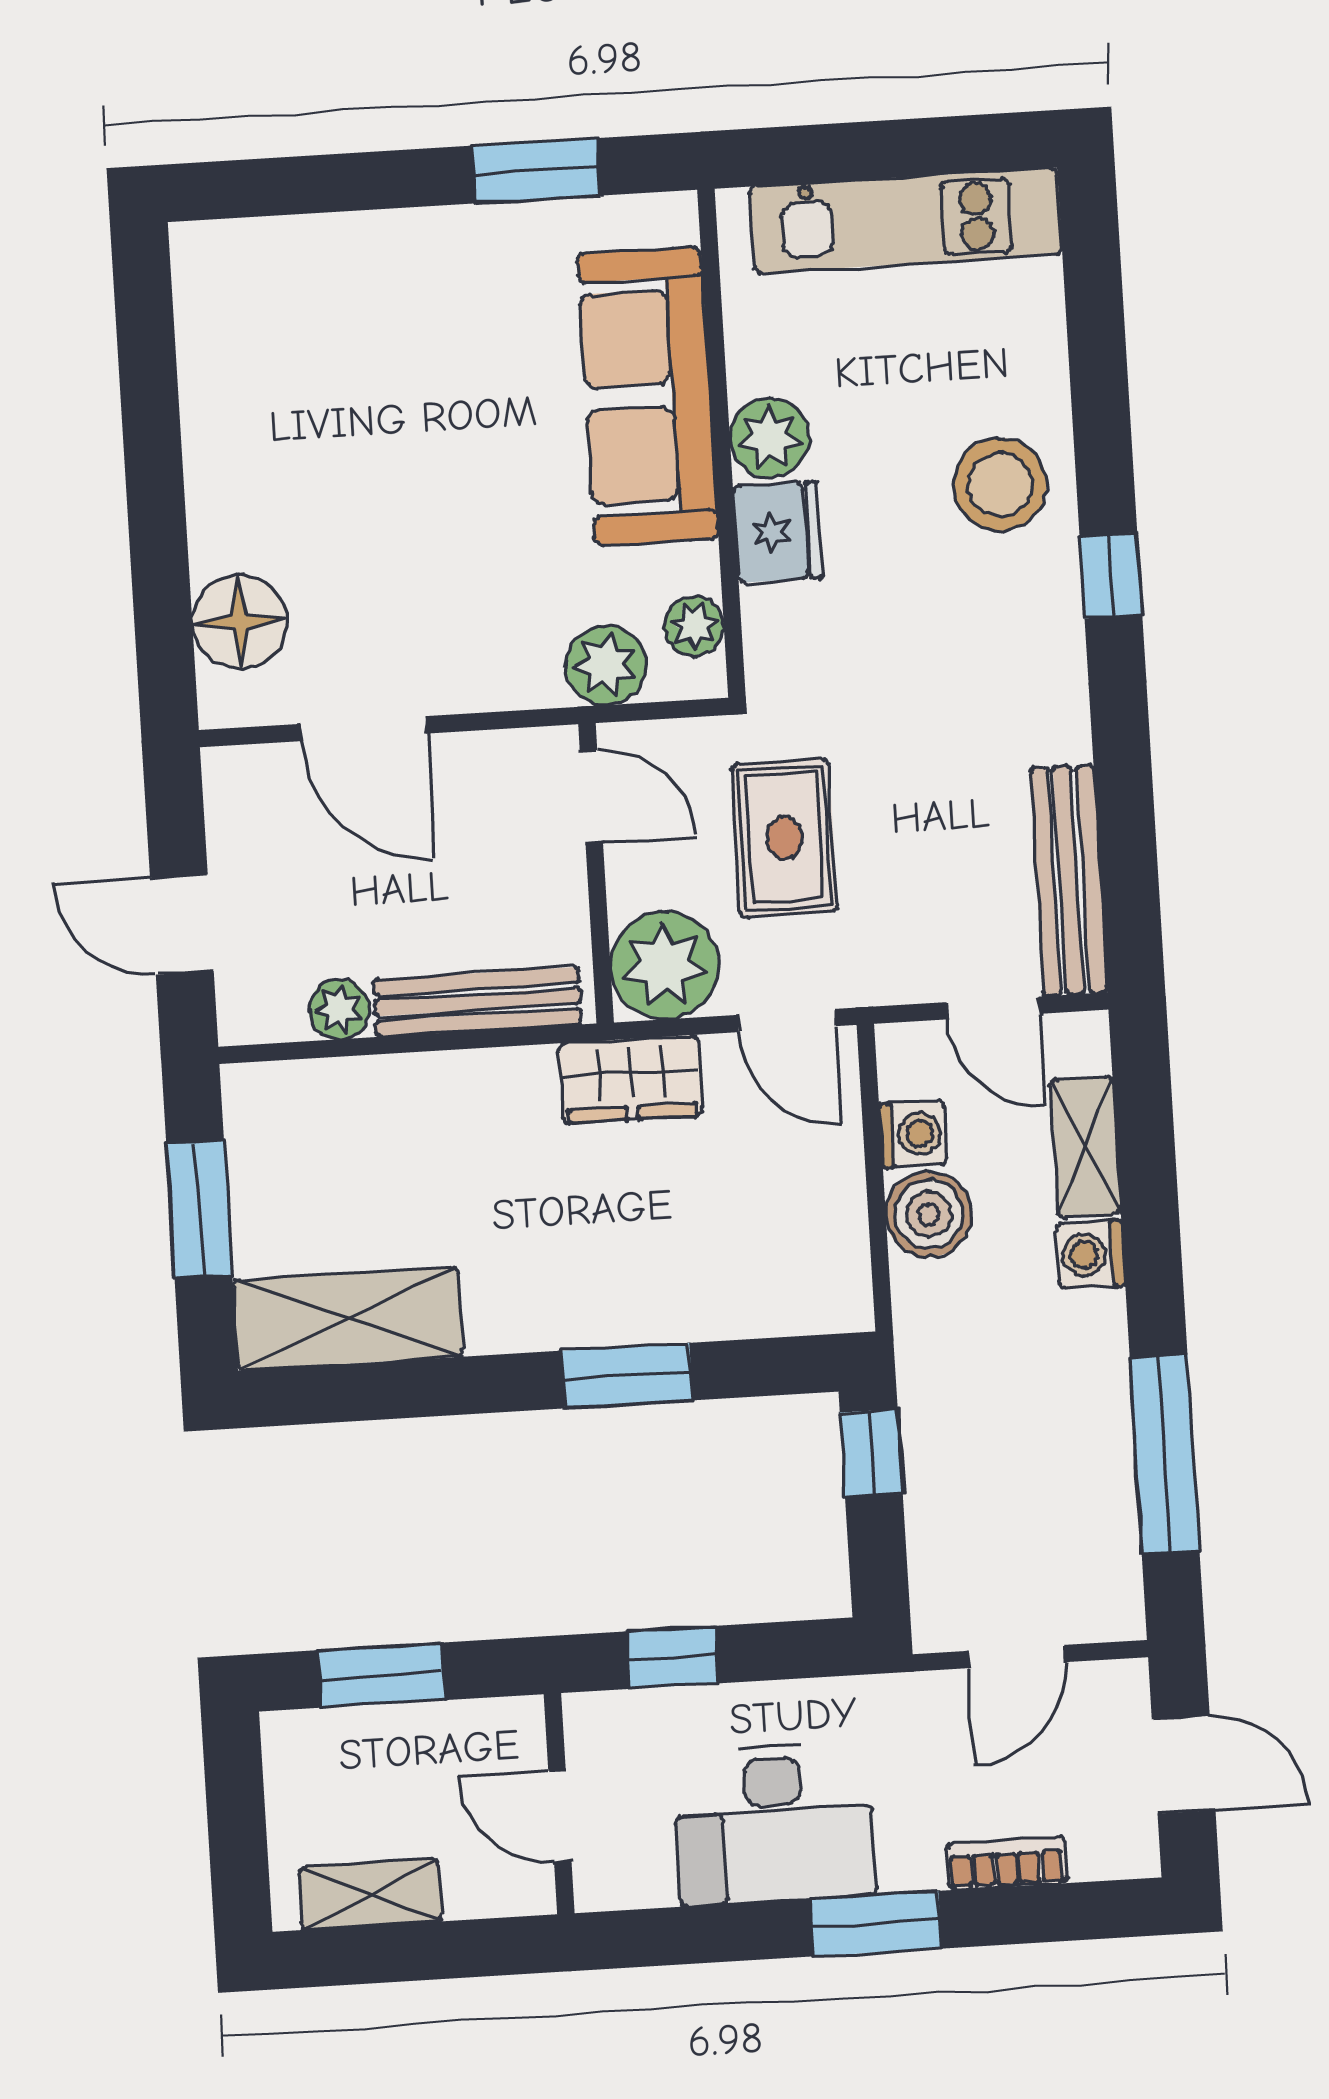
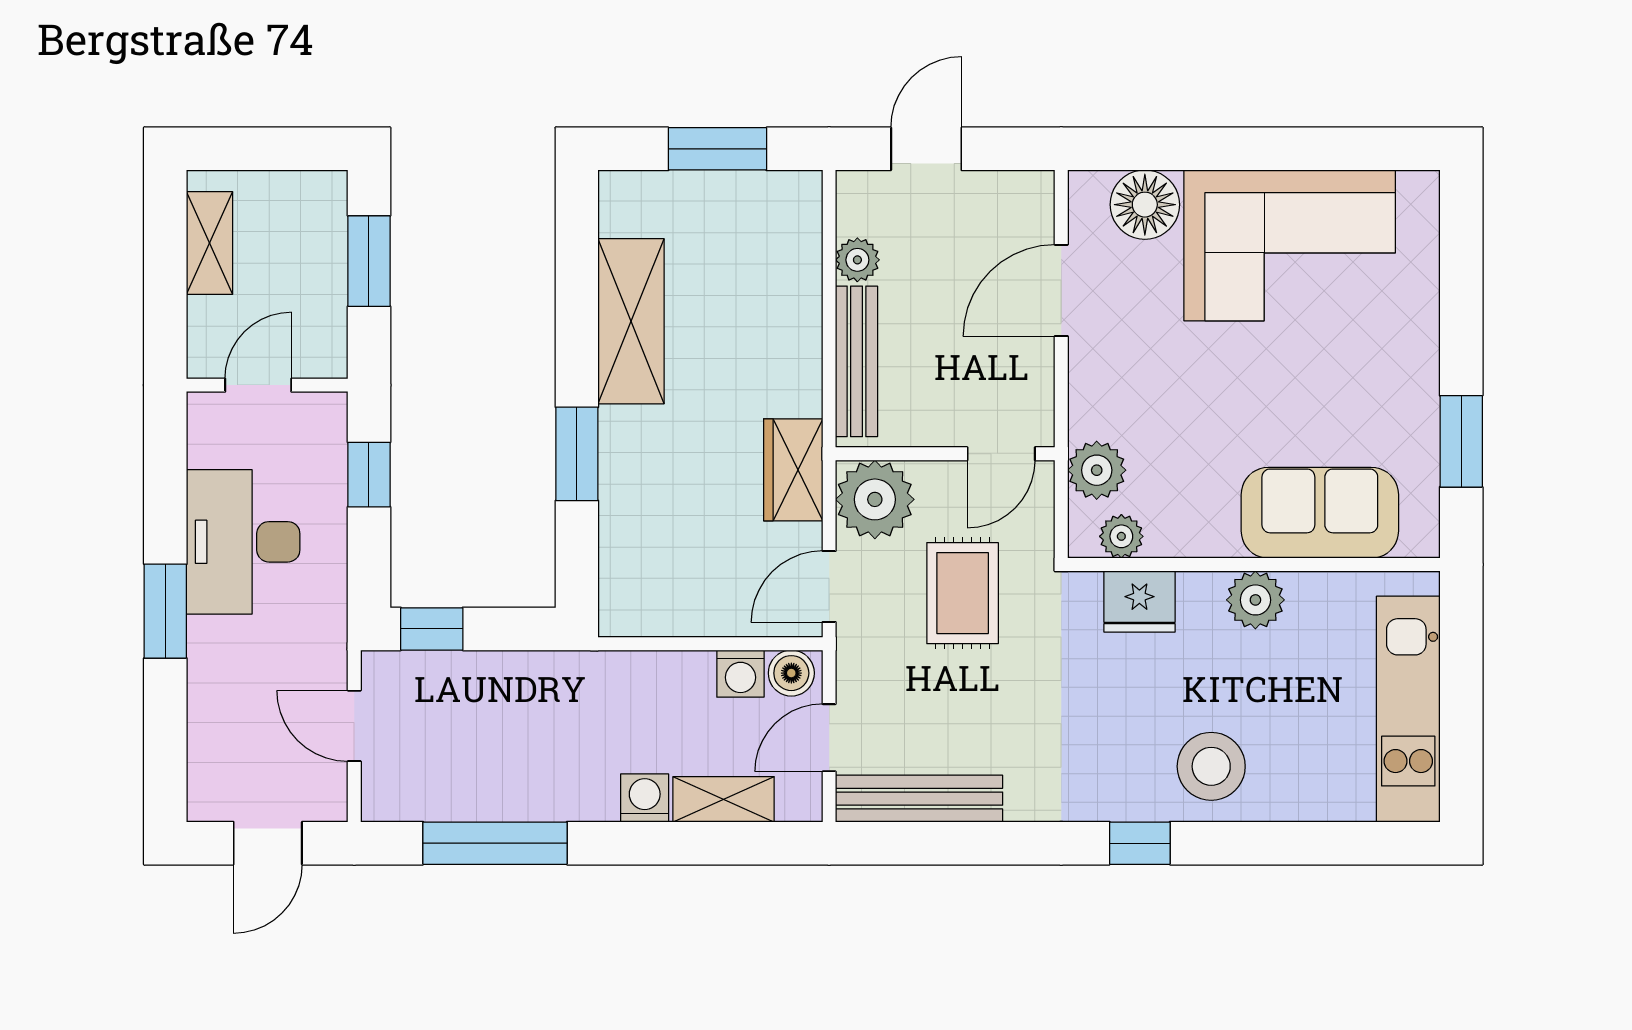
sofa: (648, 396) -> (1320, 513), width x0.73
corner sofa: (283, 421) -> (1290, 245), added
fridge: (778, 532) -> (1139, 602), moved
rug: (785, 838) -> (963, 593), turned 90
boiler: (929, 1214) -> (791, 673), moved, width x0.73, depth x0.73
shelving: (348, 1319) -> (631, 321), moved
window: (871, 1453) -> (432, 629), moved
bookcase: (1006, 1863) -> (204, 709), removed

